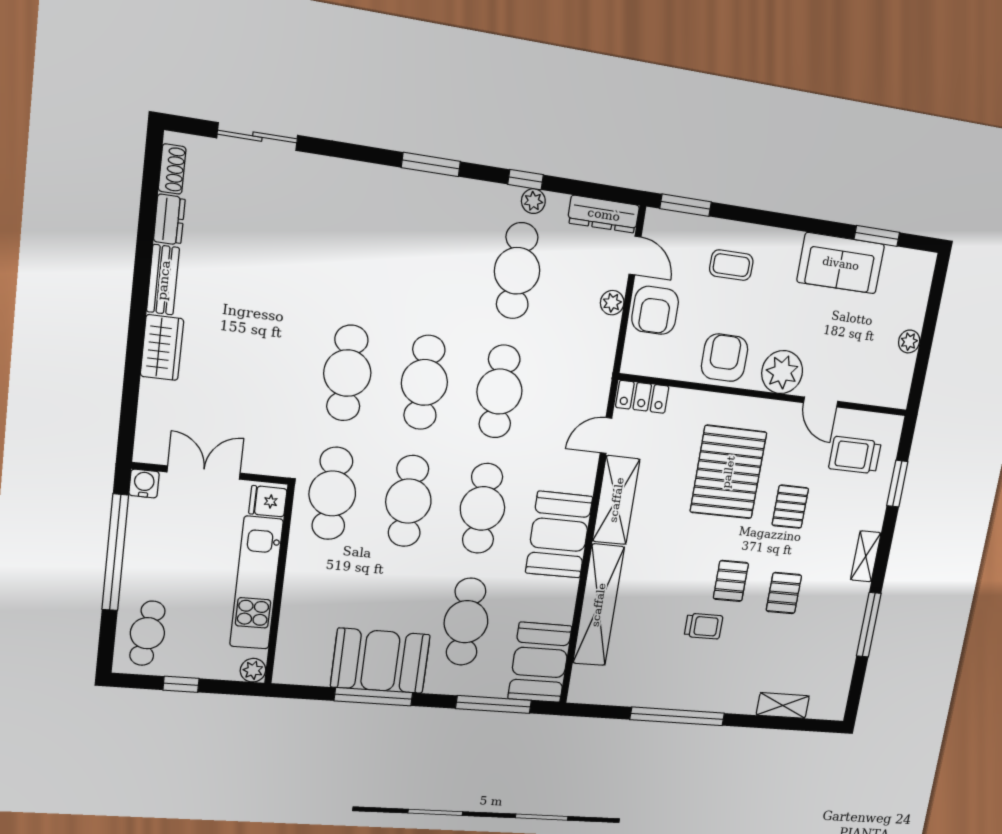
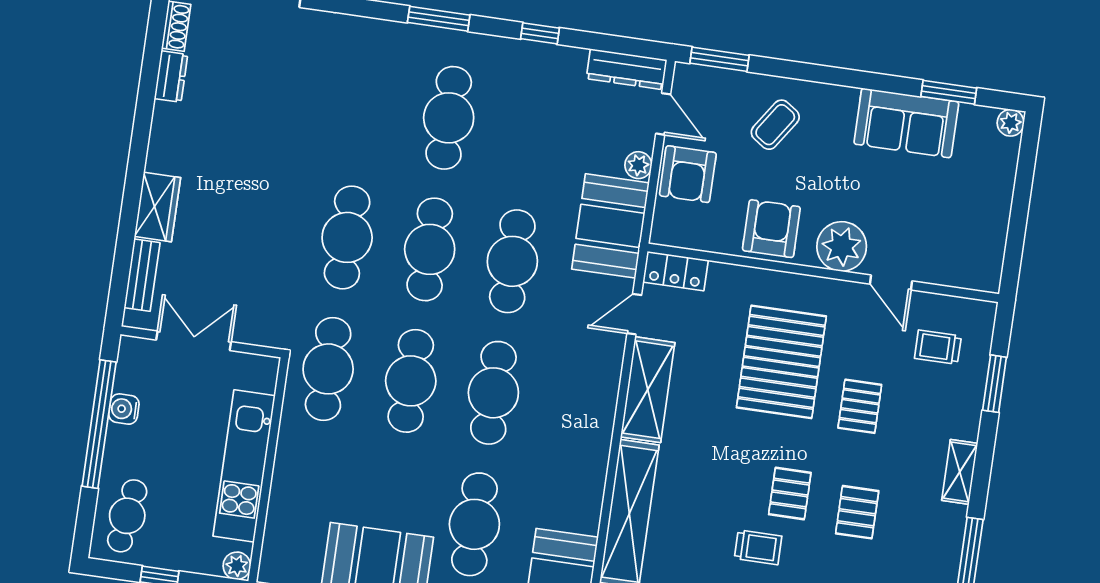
plant: (533, 201) -> (549, 56), removed
coffee table: (731, 265) -> (775, 125), turned -56
cafe table: (517, 271) -> (449, 118), moved
bench: (163, 280) -> (142, 275), moved
plant: (909, 341) -> (1011, 123), moved
trolley: (855, 455) -> (938, 347), width x0.73, depth x0.72
water cooler: (144, 484) -> (124, 409), moved, turned -90
fridge: (268, 501) -> (259, 375), removed
booth: (559, 535) -> (610, 226), moved

